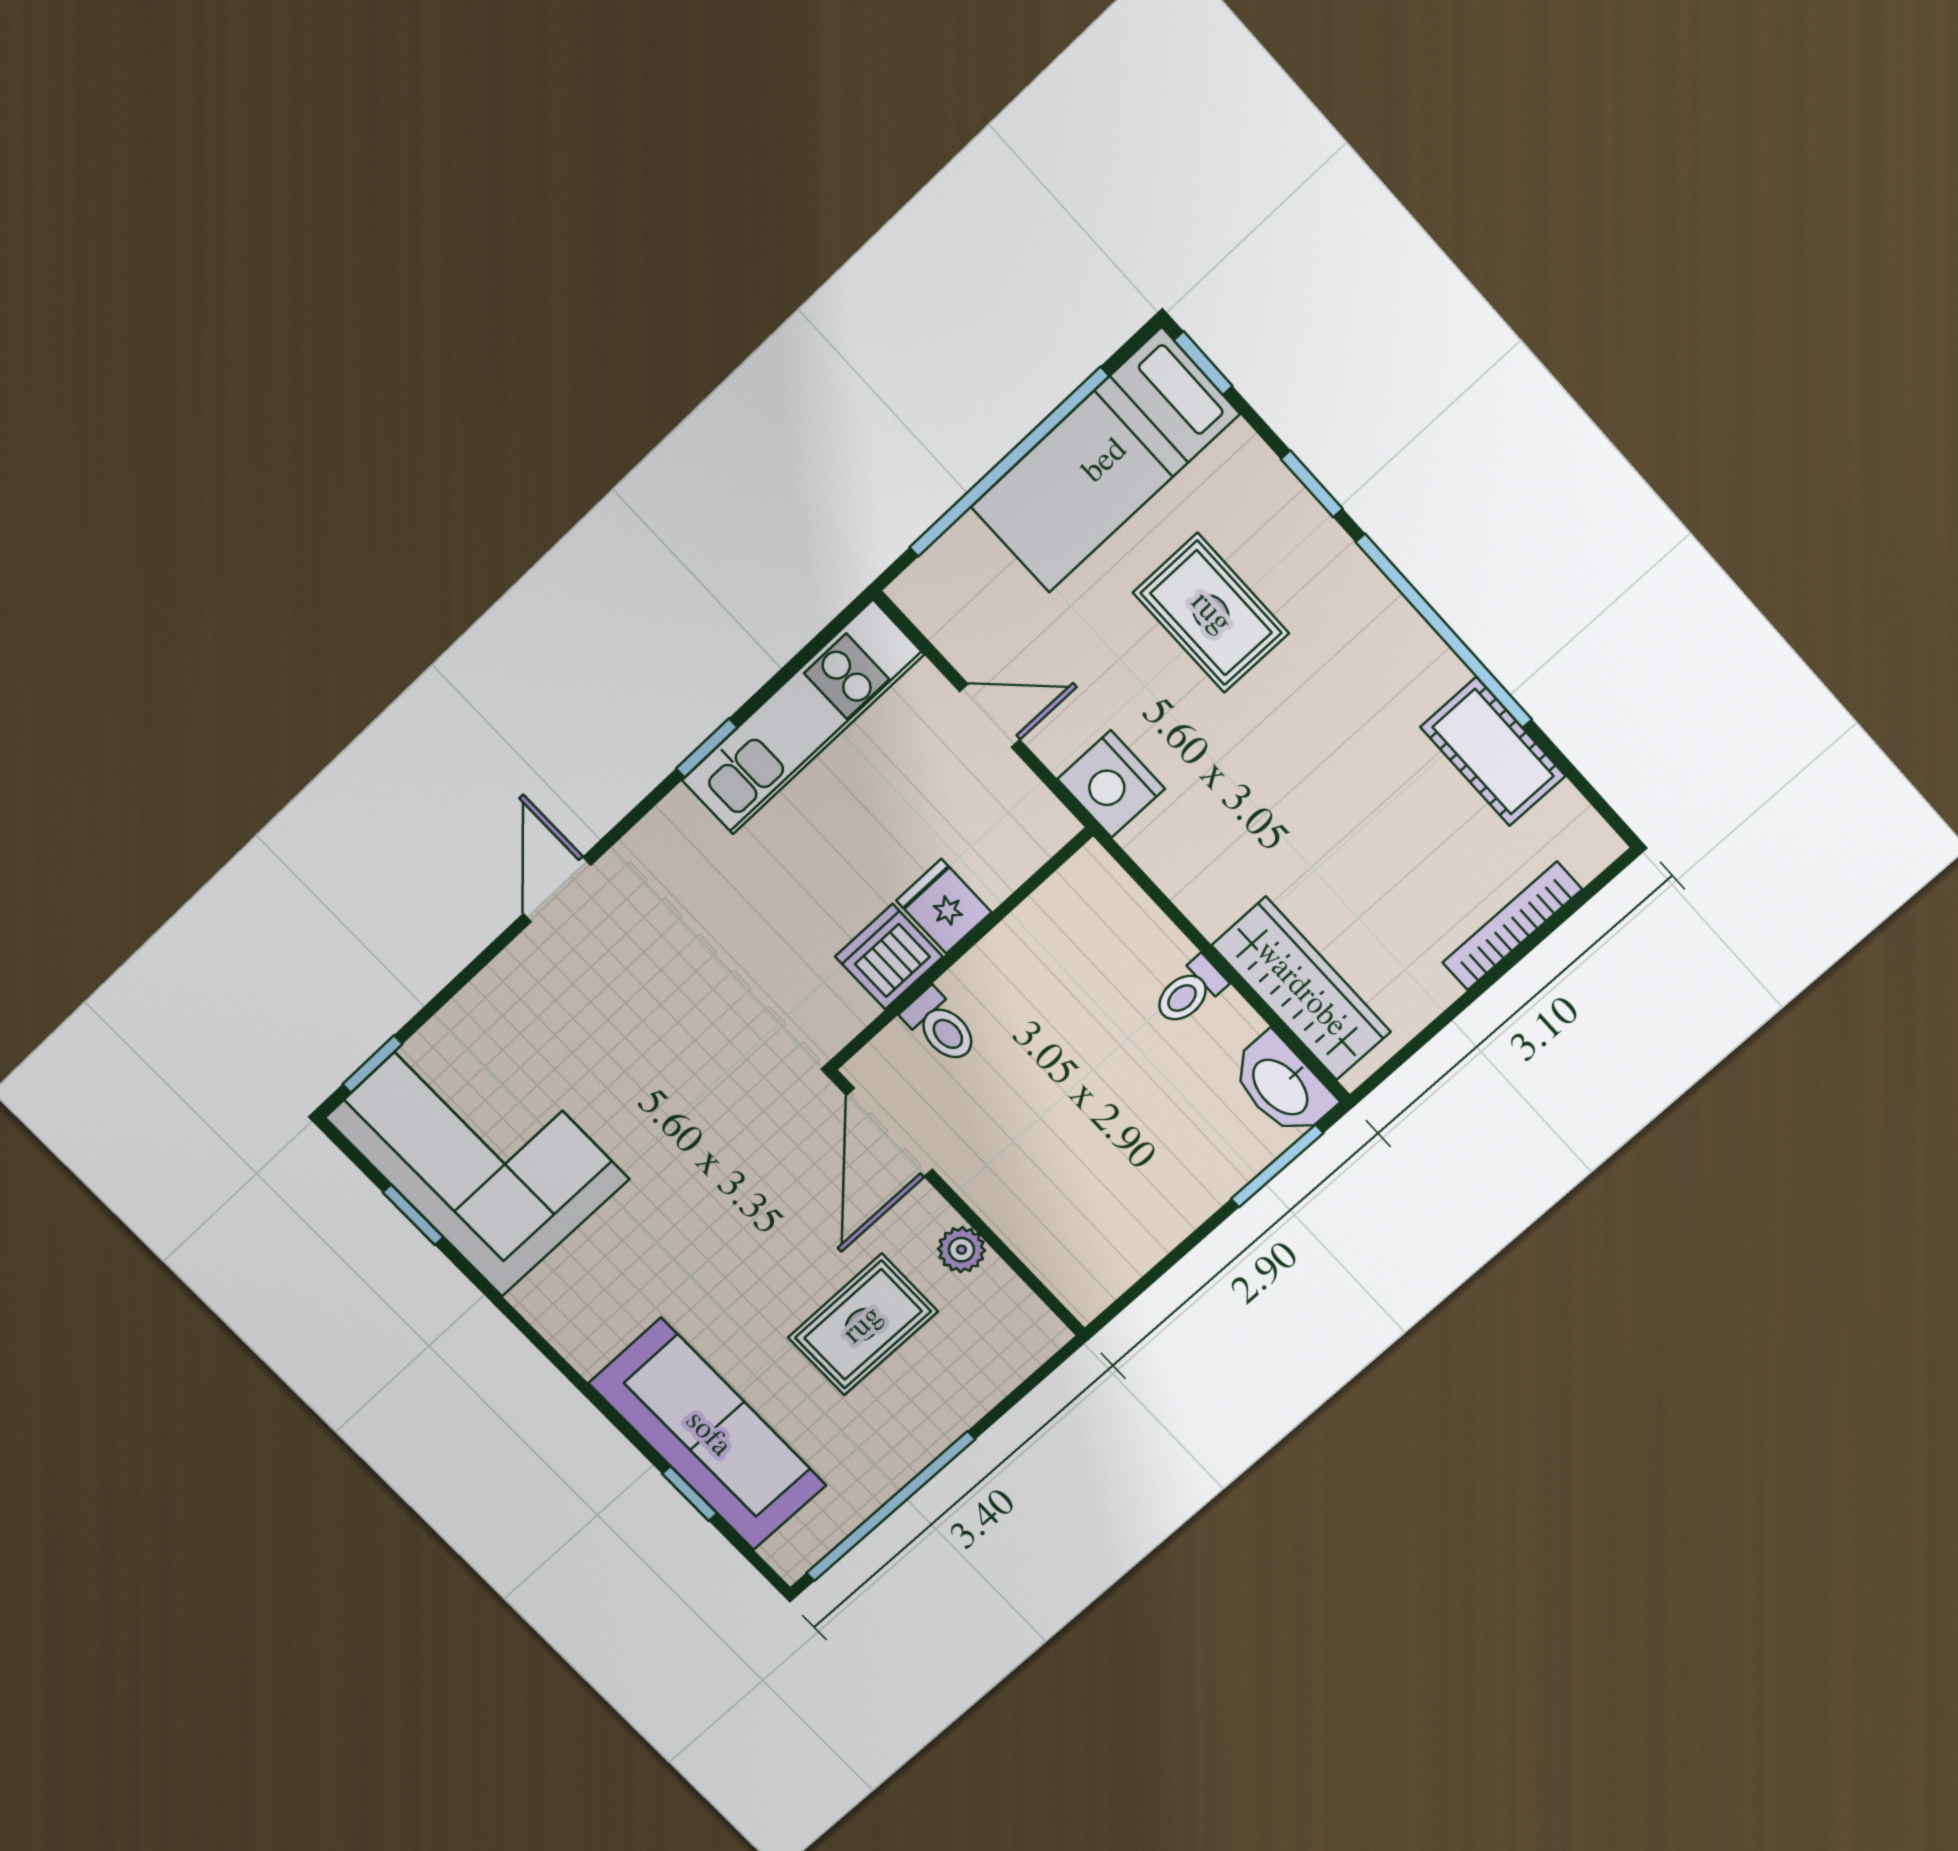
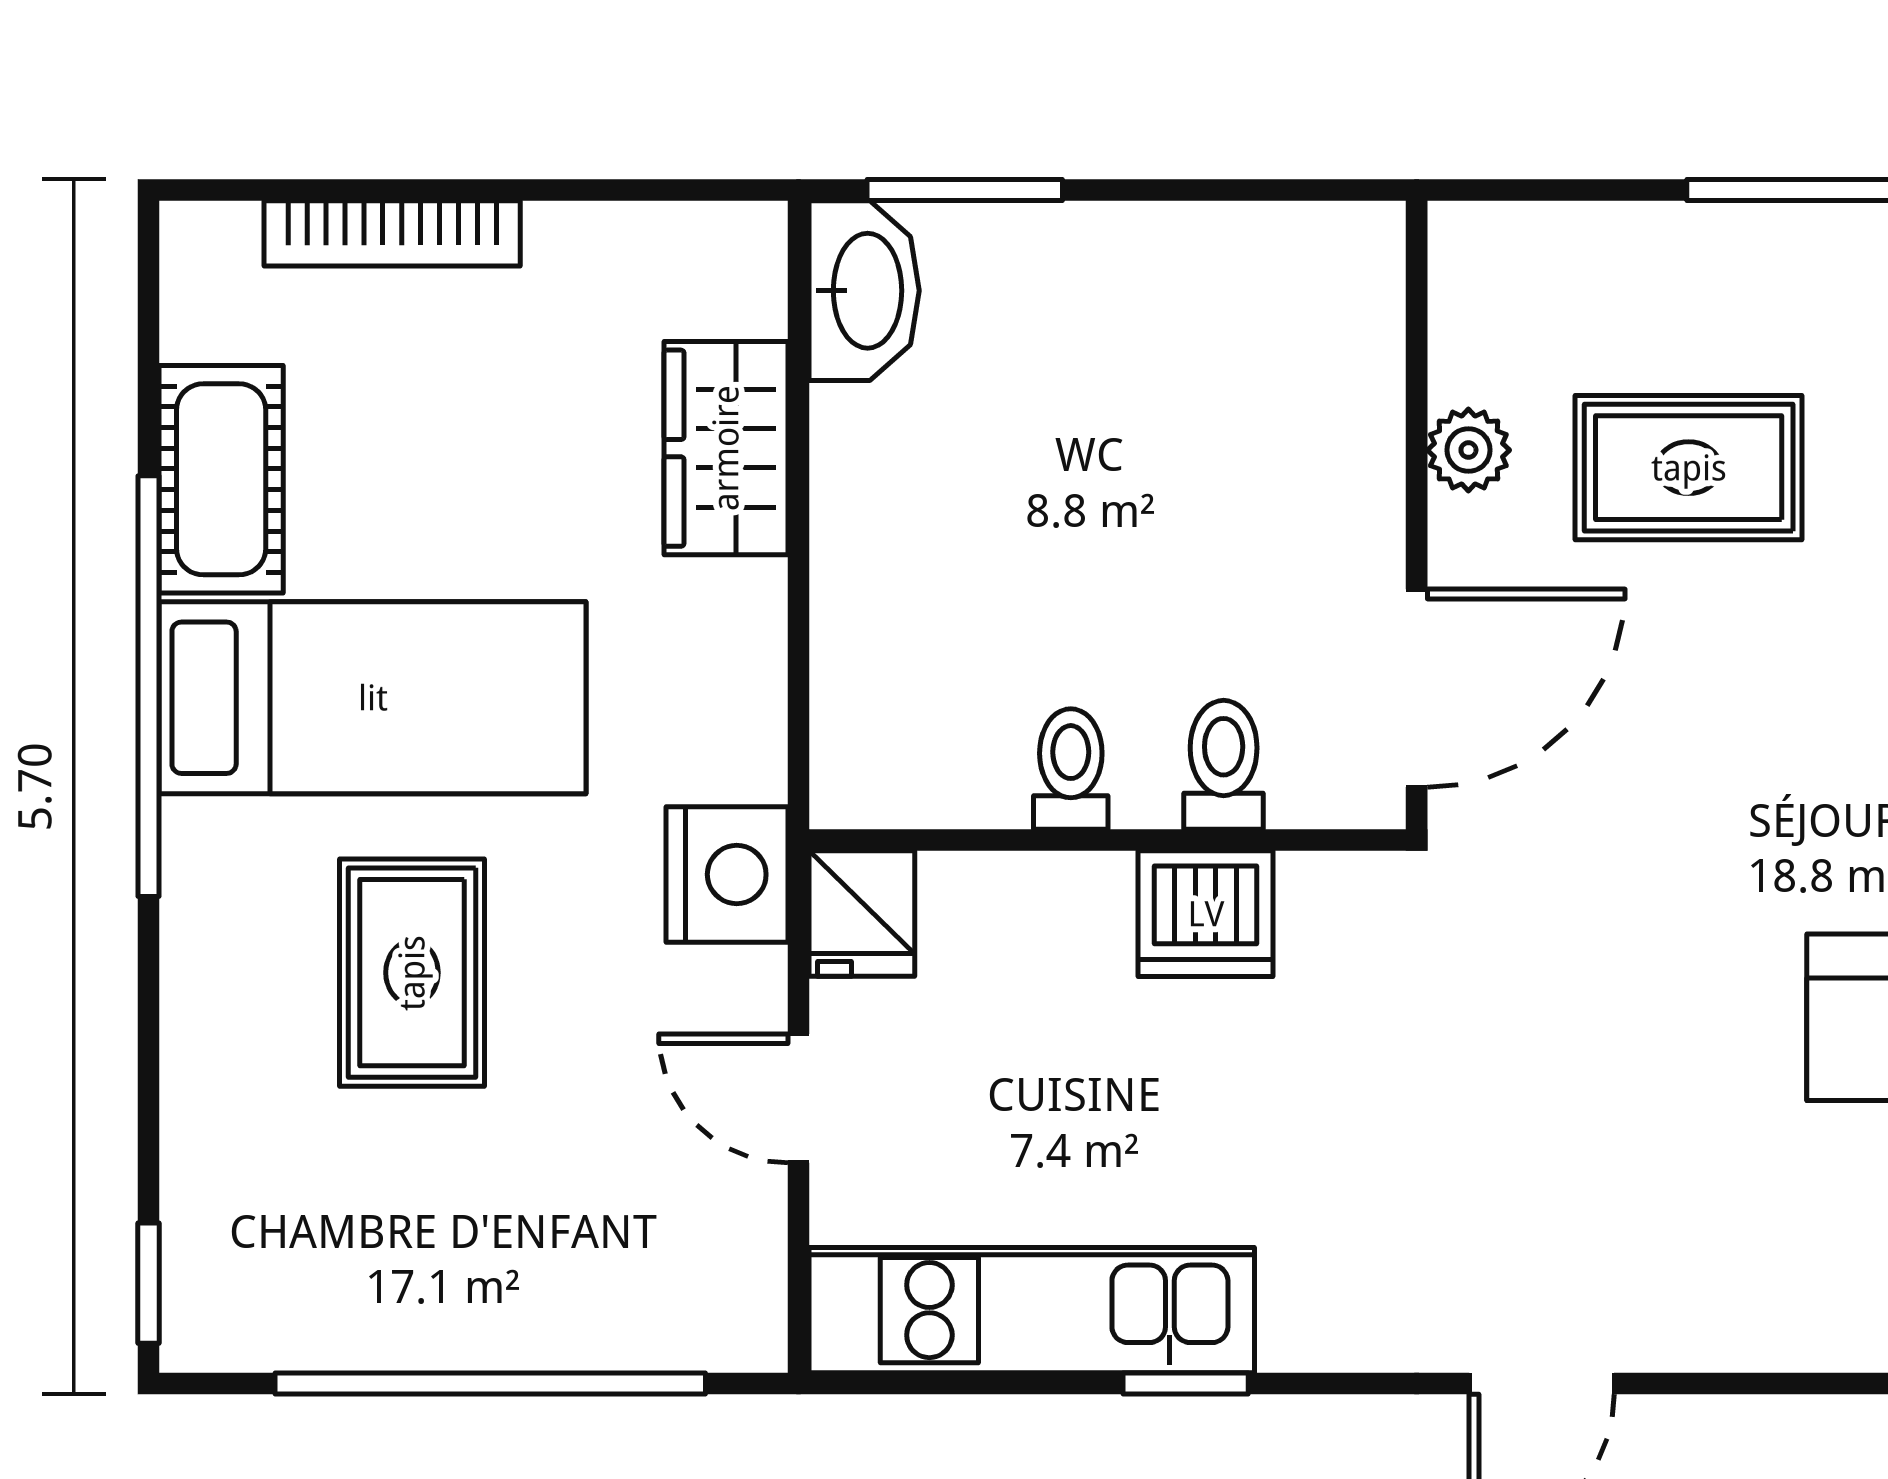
bed: (1105, 461) -> (373, 698), moved
window: (1312, 484) -> (149, 1016), removed
fridge: (944, 906) -> (862, 914), moved
wardrobe: (1301, 989) -> (726, 448), width x0.67
toilet: (1189, 991) -> (1071, 769), moved, turned -90

